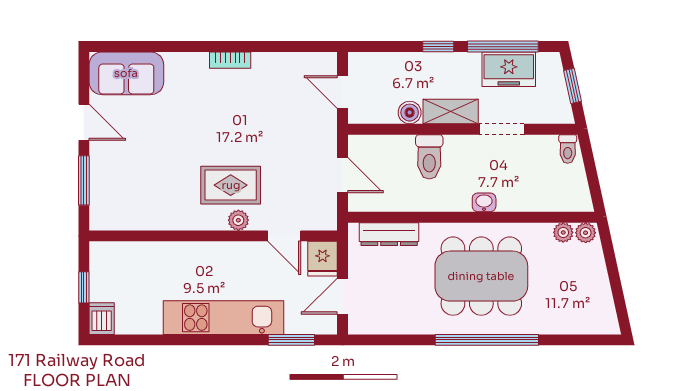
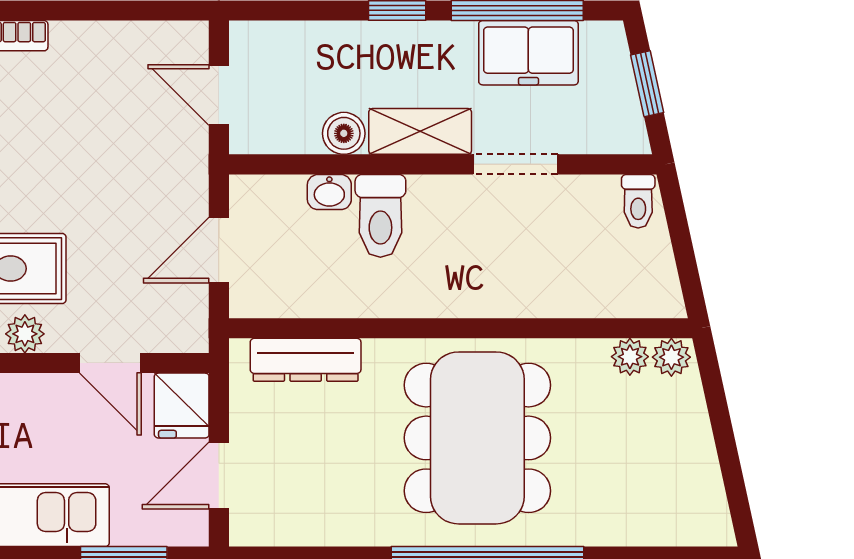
door: (343, 175) -> (219, 250), swing flipped
washbasin: (484, 202) -> (329, 192), moved, turned 180
dining table: (481, 276) -> (477, 438), turned 90

